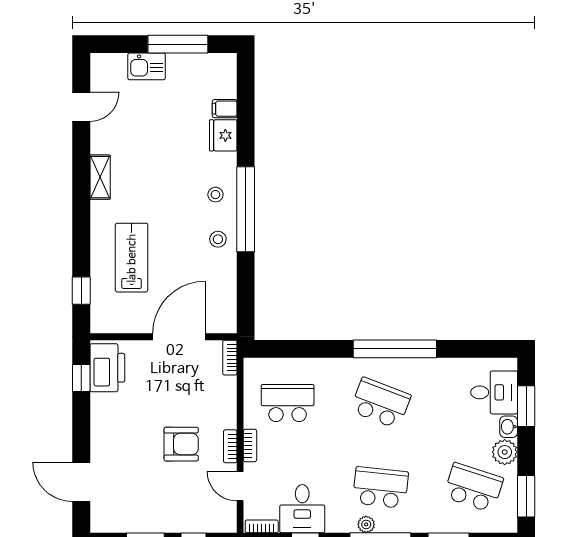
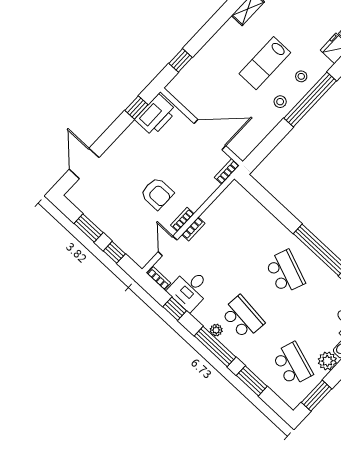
lab bench: (132, 258) -> (265, 63), moved, turned 180
school desk: (288, 403) -> (235, 225), removed

